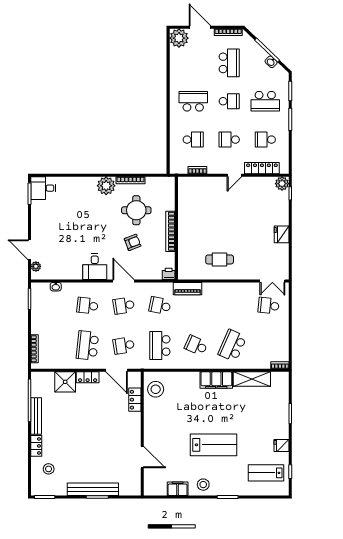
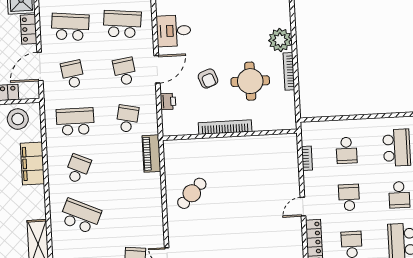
door: (234, 175) -> (303, 207), hinge flipped
cafe table: (220, 259) -> (192, 193), turned 44
printer: (169, 274) -> (168, 101), moved
school desk: (87, 306) -> (122, 24), width x1.85
filing cabinet: (216, 380) -> (32, 164), moved

